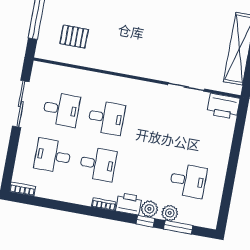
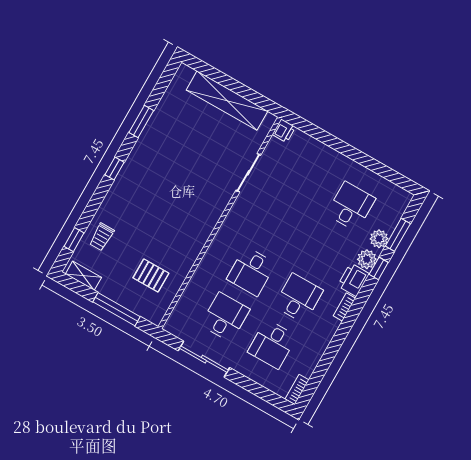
pallet: (74, 37) -> (151, 275), turned 90
printer: (223, 106) -> (284, 131), width x0.53, depth x0.68
desk: (106, 118) -> (251, 271), turned 180

